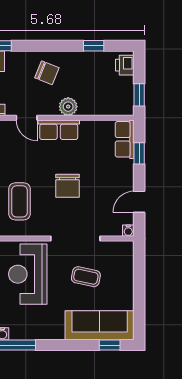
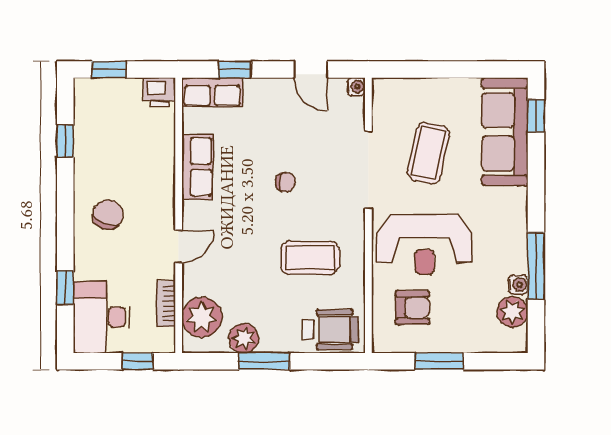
printer: (125, 65) -> (159, 92), moved
window: (139, 95) -> (109, 69), moved
plant: (68, 107) -> (161, 181), removed
row of seats: (59, 130) -> (197, 167), moved
chair: (67, 186) -> (285, 182), width x0.54, depth x0.54
coffee table: (86, 277) -> (428, 153), width x1.36, depth x1.30

